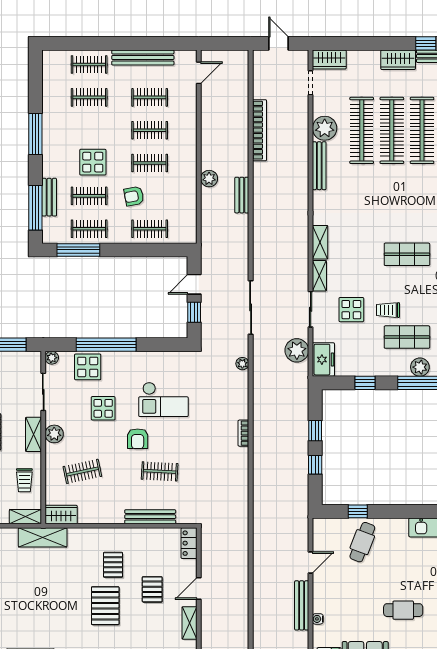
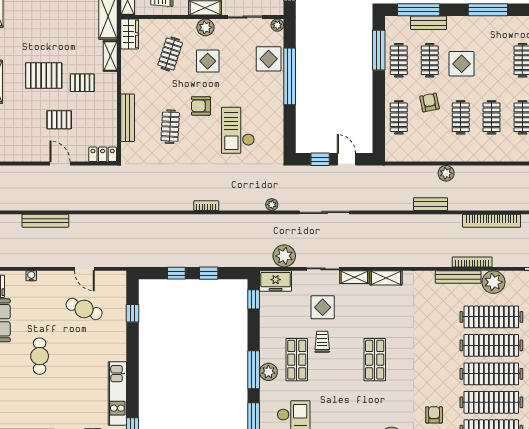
bookcase: (303, 151) -> (472, 262), added
window: (365, 383) -> (254, 299), moved
display table: (103, 408) -> (208, 61), moved
clothes rail: (82, 471) -> (170, 54), turned 30
cafe table: (362, 542) -> (84, 309), moved
bench: (302, 605) -> (45, 221), moved
shelving: (189, 623) -> (110, 56), moved, turned 90

